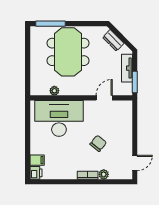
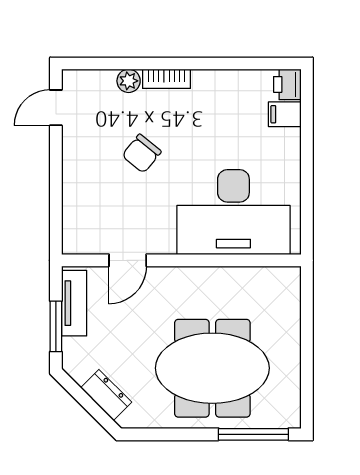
meeting table: (68, 52) -> (212, 368), turned 90
tv unit: (127, 68) -> (74, 303), moved
window: (135, 82) -> (56, 326), moved
plant: (54, 91) -> (244, 277), removed

